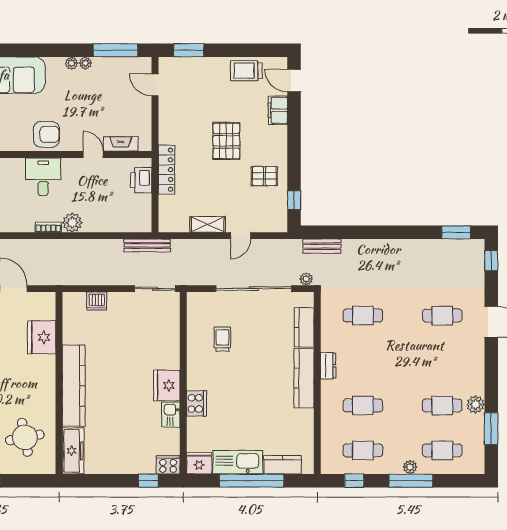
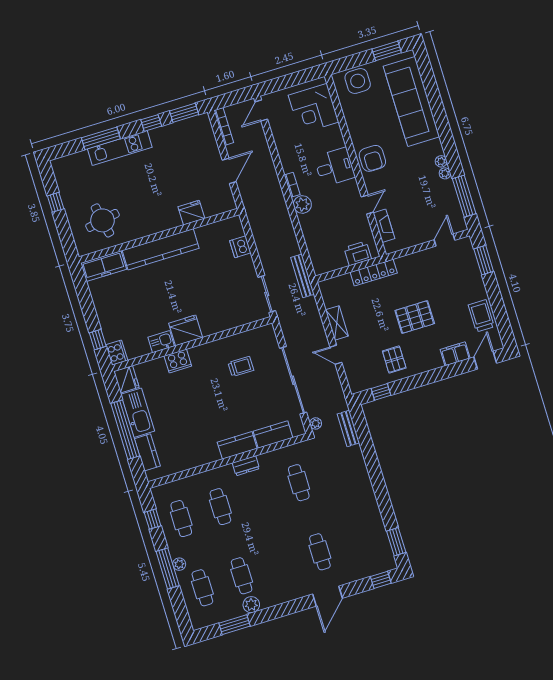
fridge: (42, 337) -> (191, 213), width x0.73, depth x0.75
kitchen counter: (304, 378) -> (237, 445), width x0.67

